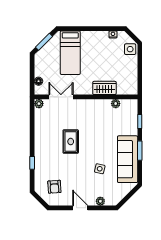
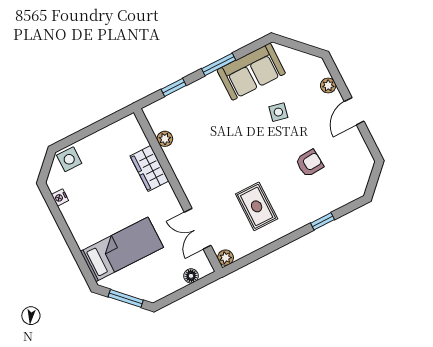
rug: (71, 142) -> (257, 206), moved, turned 90
sofa: (128, 159) -> (251, 72), width x0.73
armchair: (54, 187) -> (310, 163), moved

